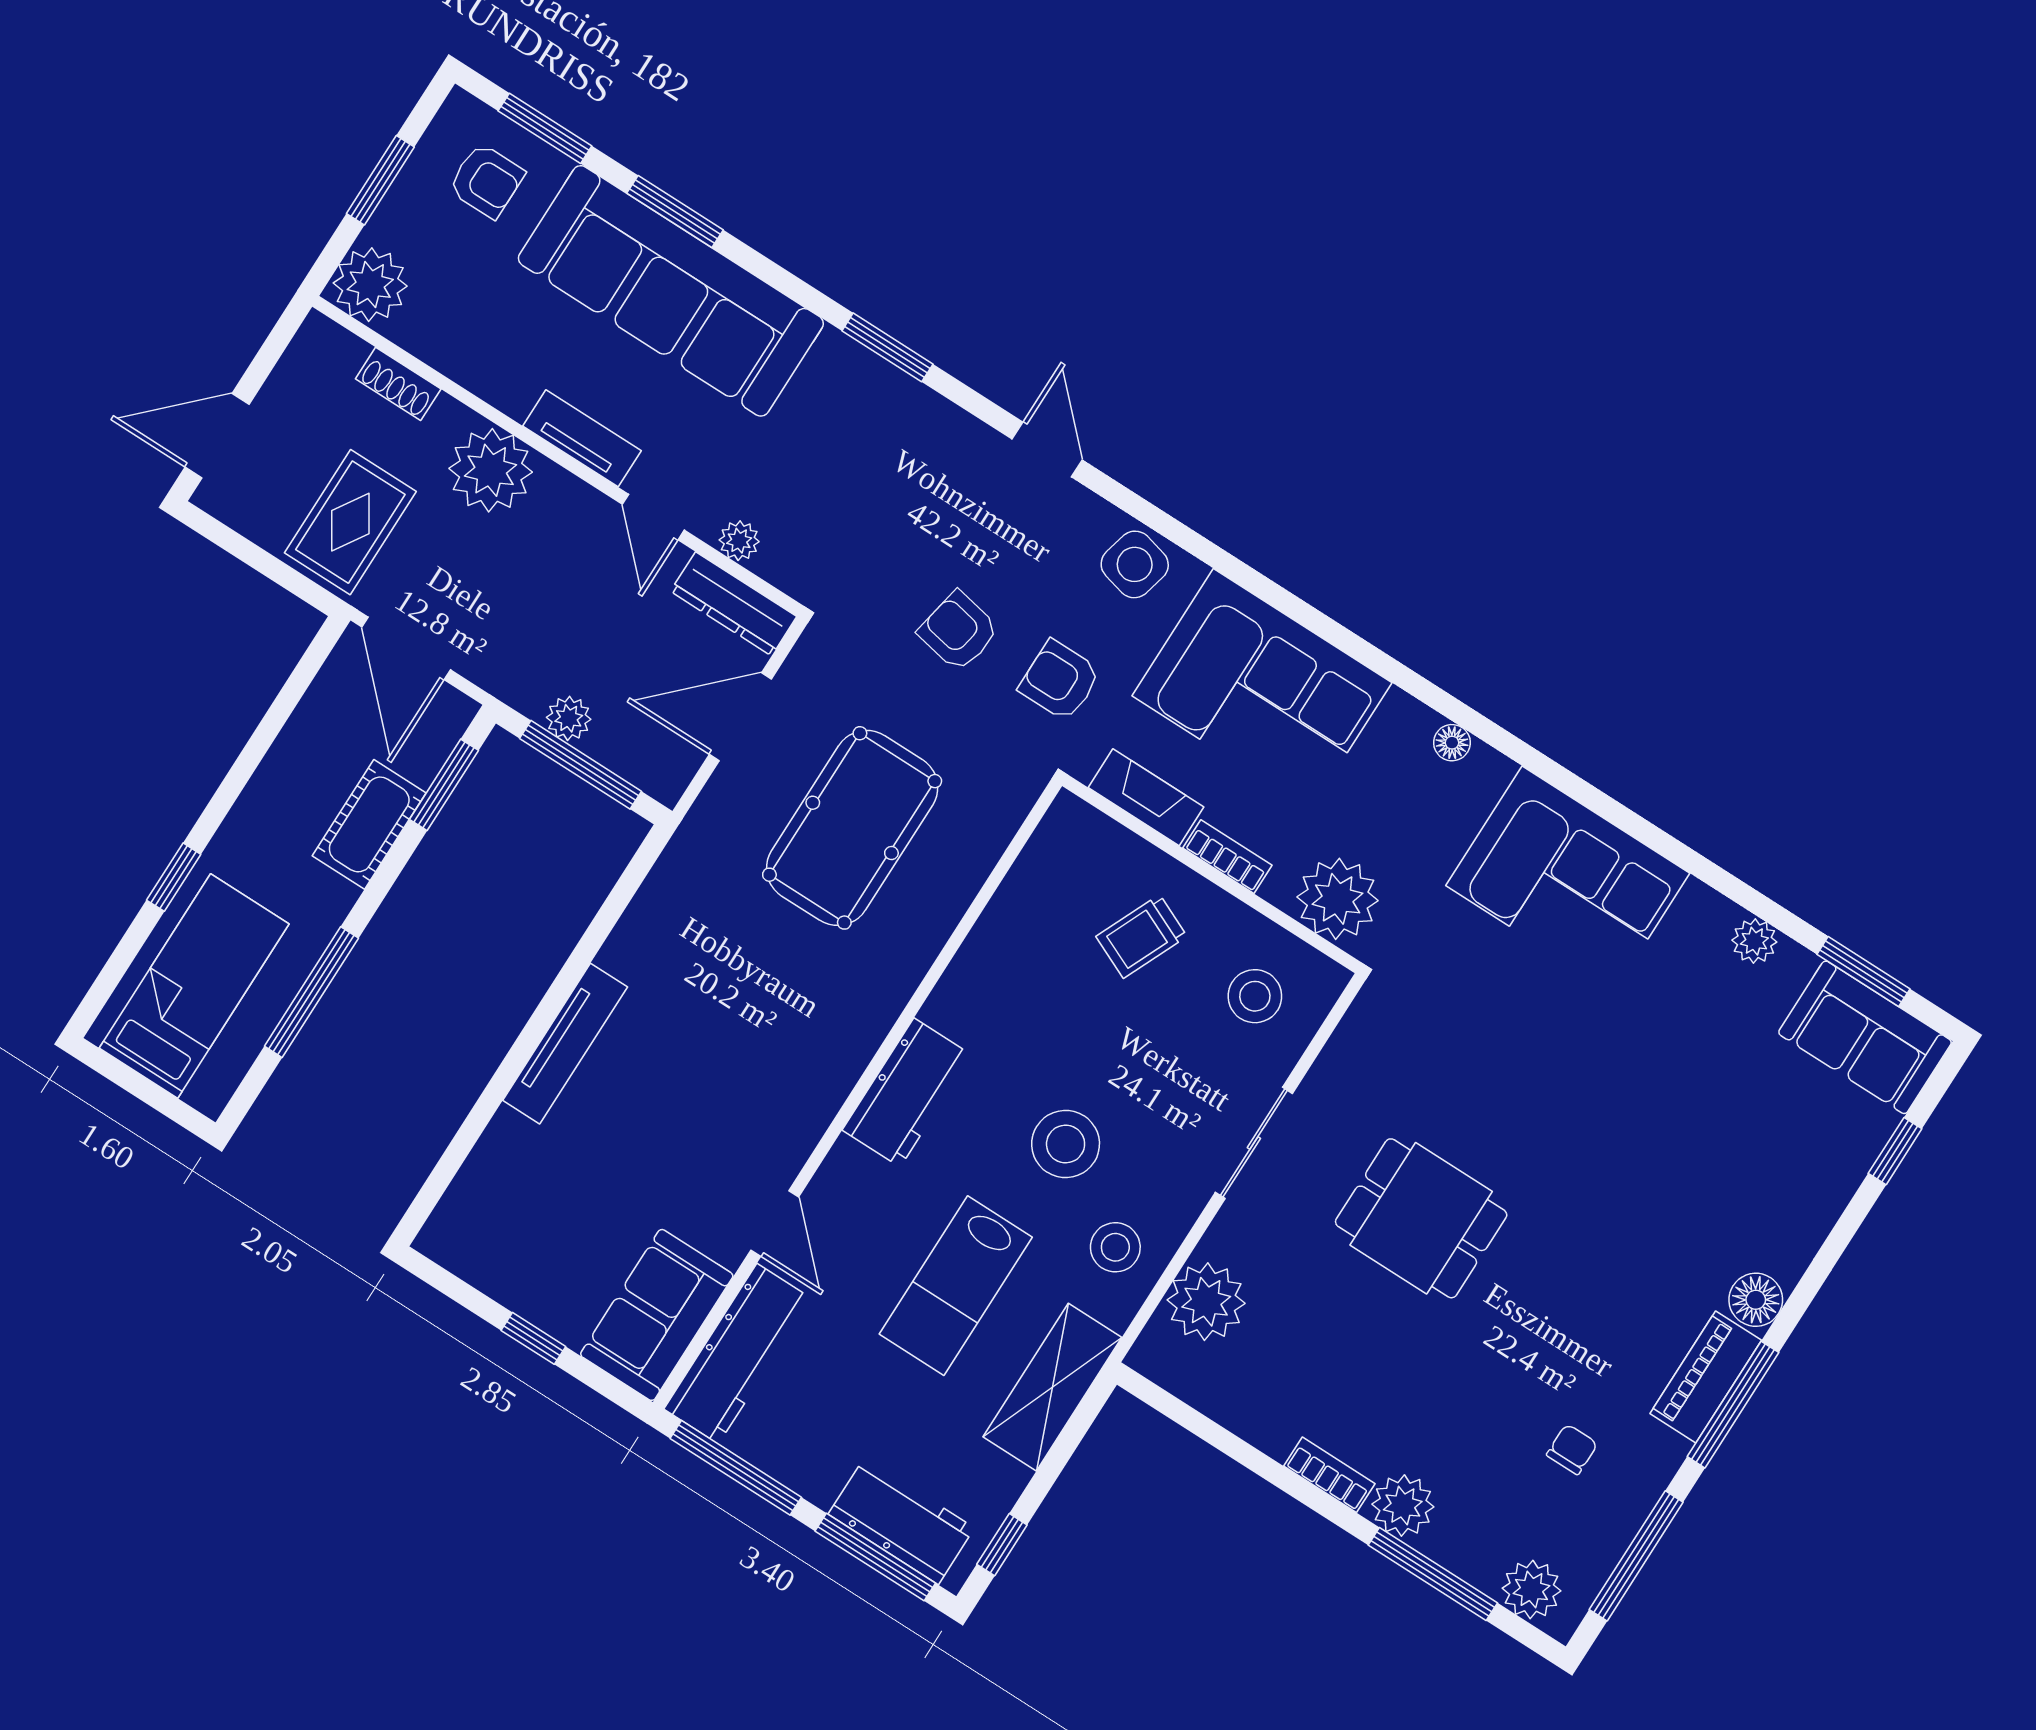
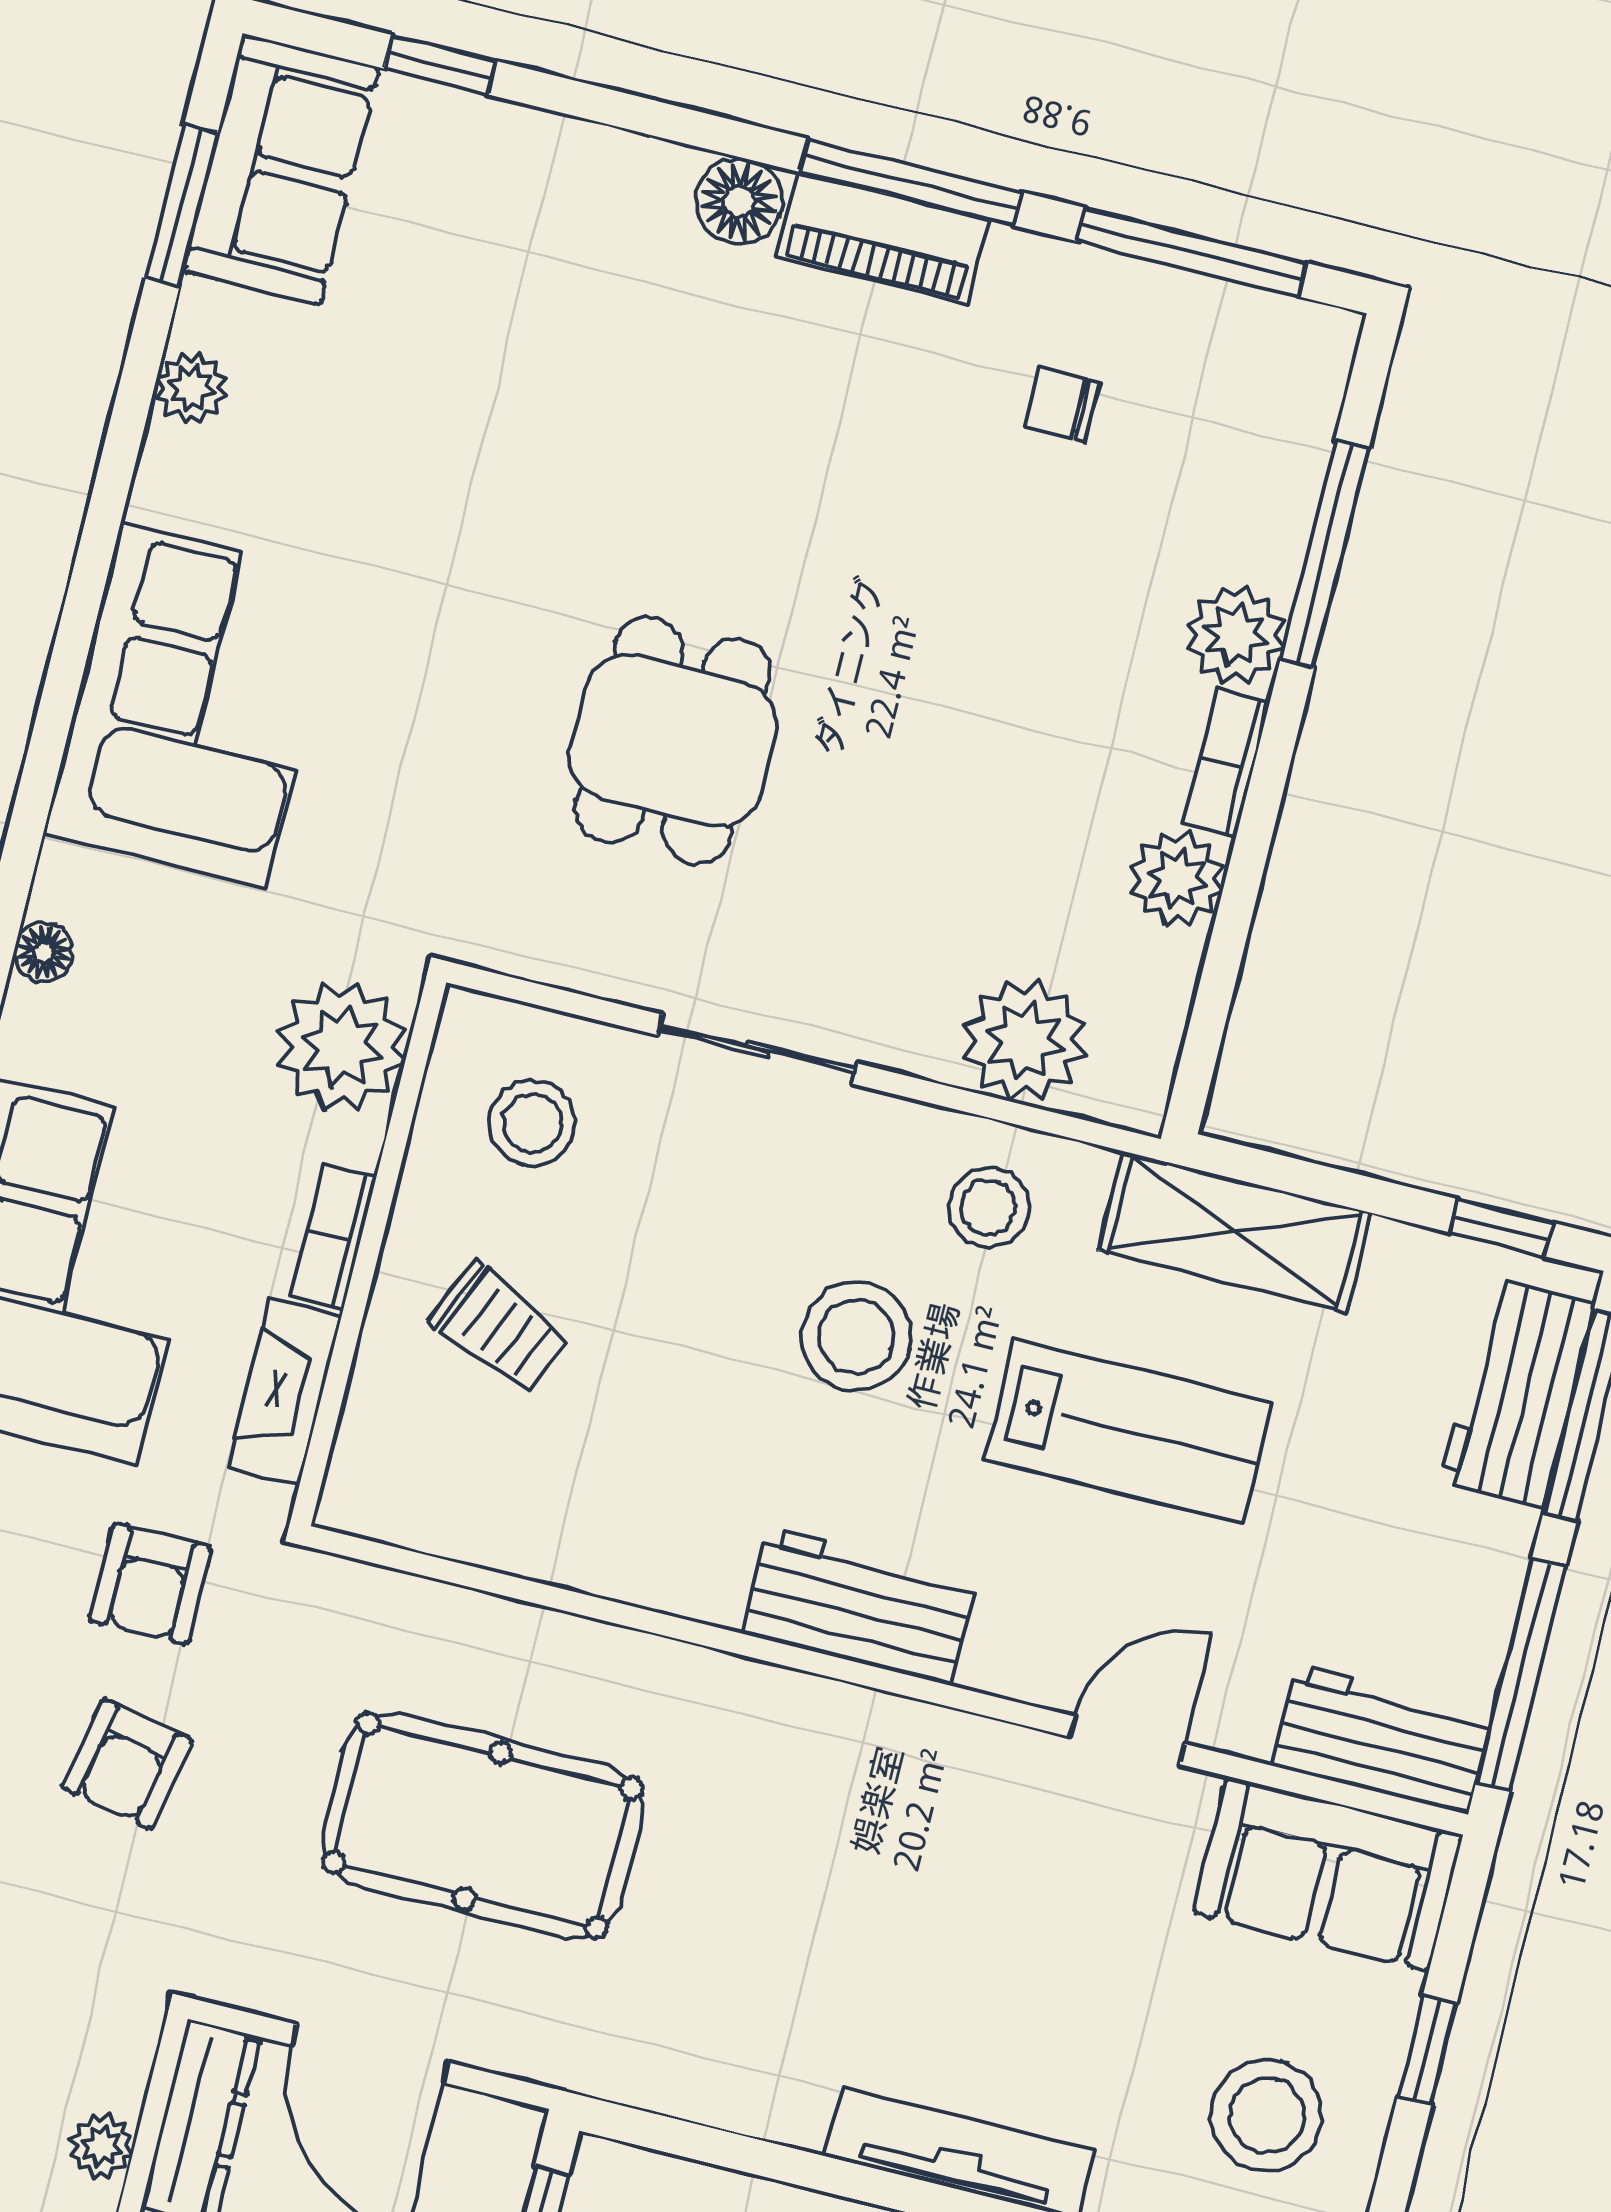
dining table: (1421, 1218) -> (673, 741), moved
stool: (527, 1231) -> (1267, 2116), added
workbench: (738, 1354) -> (1382, 1739), width x0.73
plant: (1531, 1590) -> (1177, 879), moved

